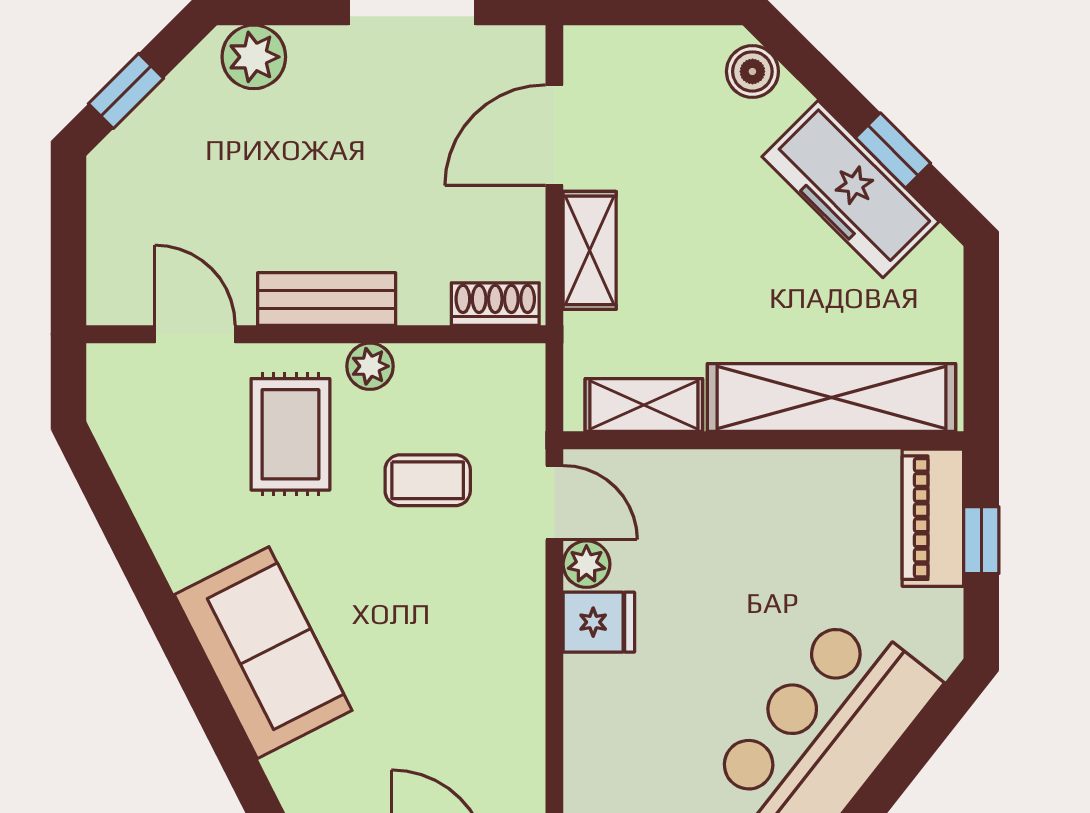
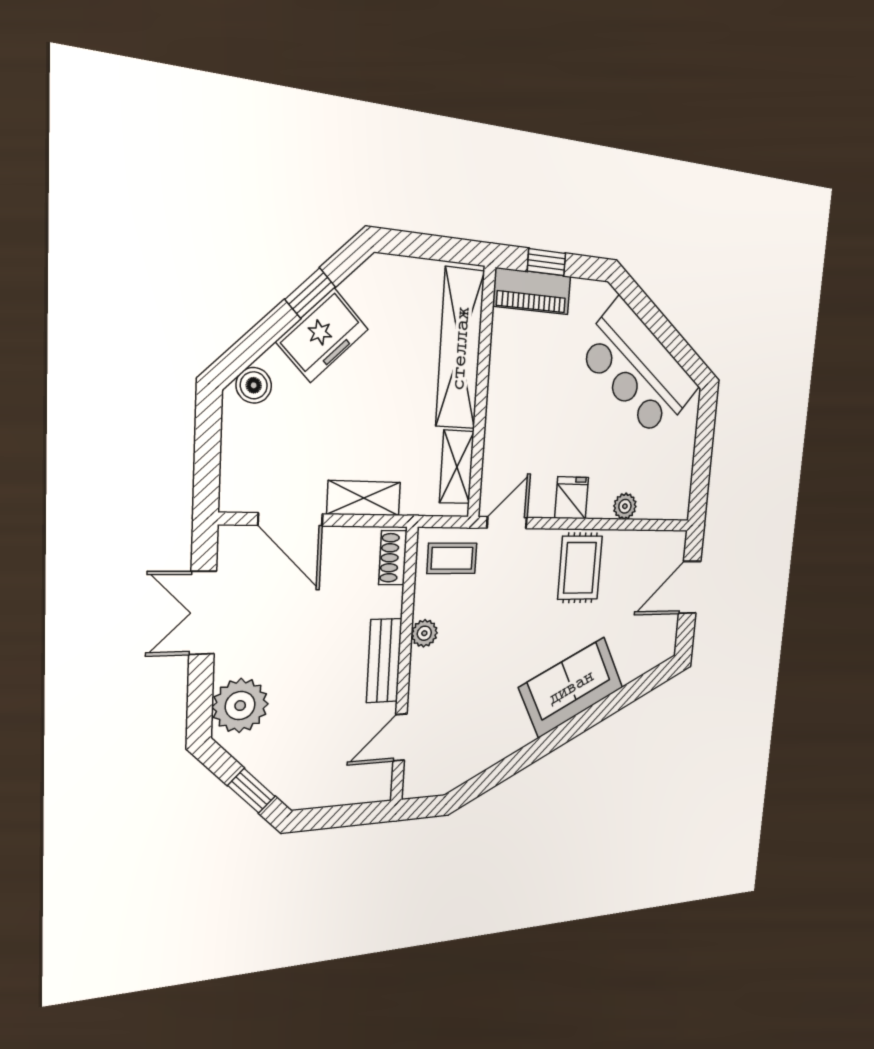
plant: (254, 57) -> (240, 706), width x1.36, depth x1.36
freezer: (850, 189) -> (322, 335), width x0.71
rug: (290, 434) -> (580, 568), moved, turned 90
coffee table: (428, 480) -> (452, 558), moved, turned 90
plant: (586, 564) -> (625, 506), moved

